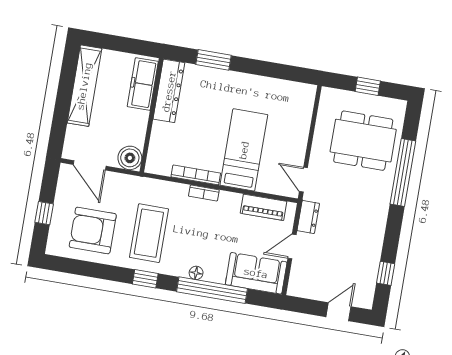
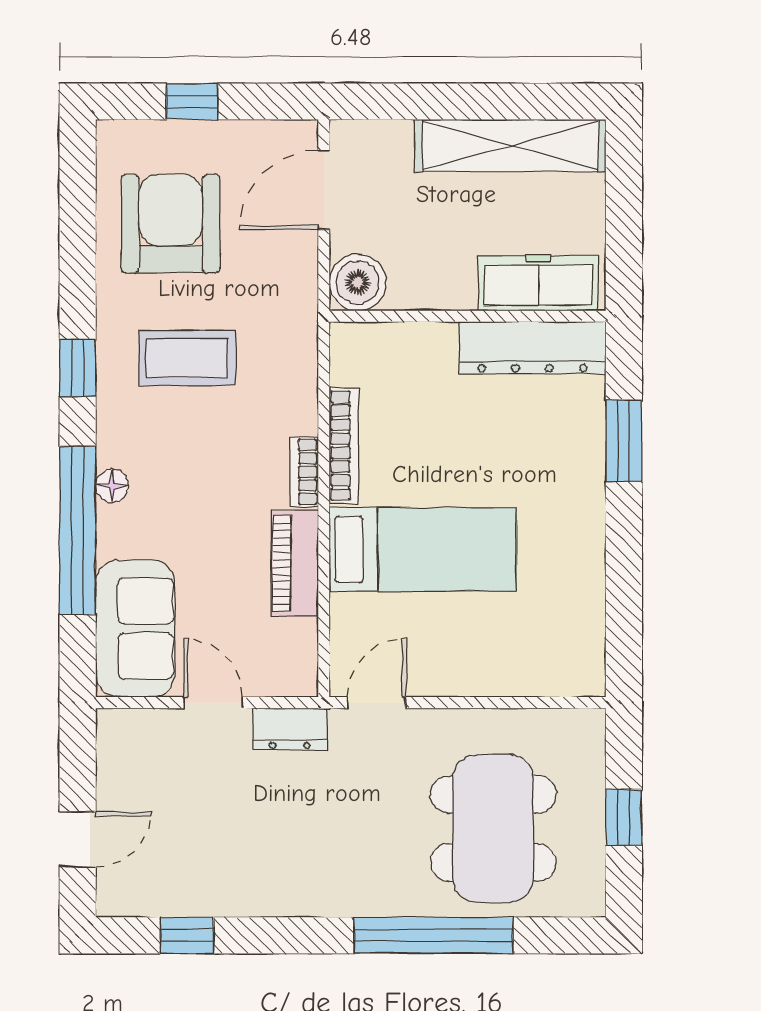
piano: (264, 207) -> (295, 563), moved
coffee table: (149, 233) -> (187, 358), width x0.73, depth x0.76
door: (339, 312) -> (78, 839), hinge flipped

